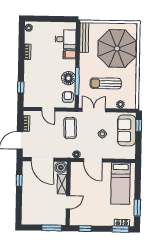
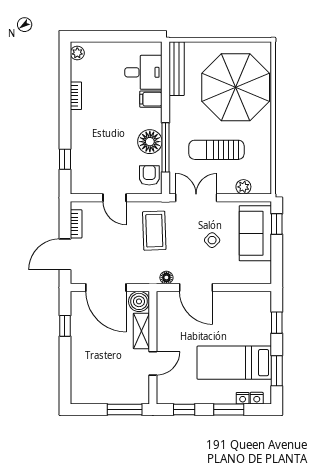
window: (138, 181) -> (277, 323), added
bed: (121, 184) -> (234, 363), moved, turned 90
window: (120, 229) -> (229, 410), moved

